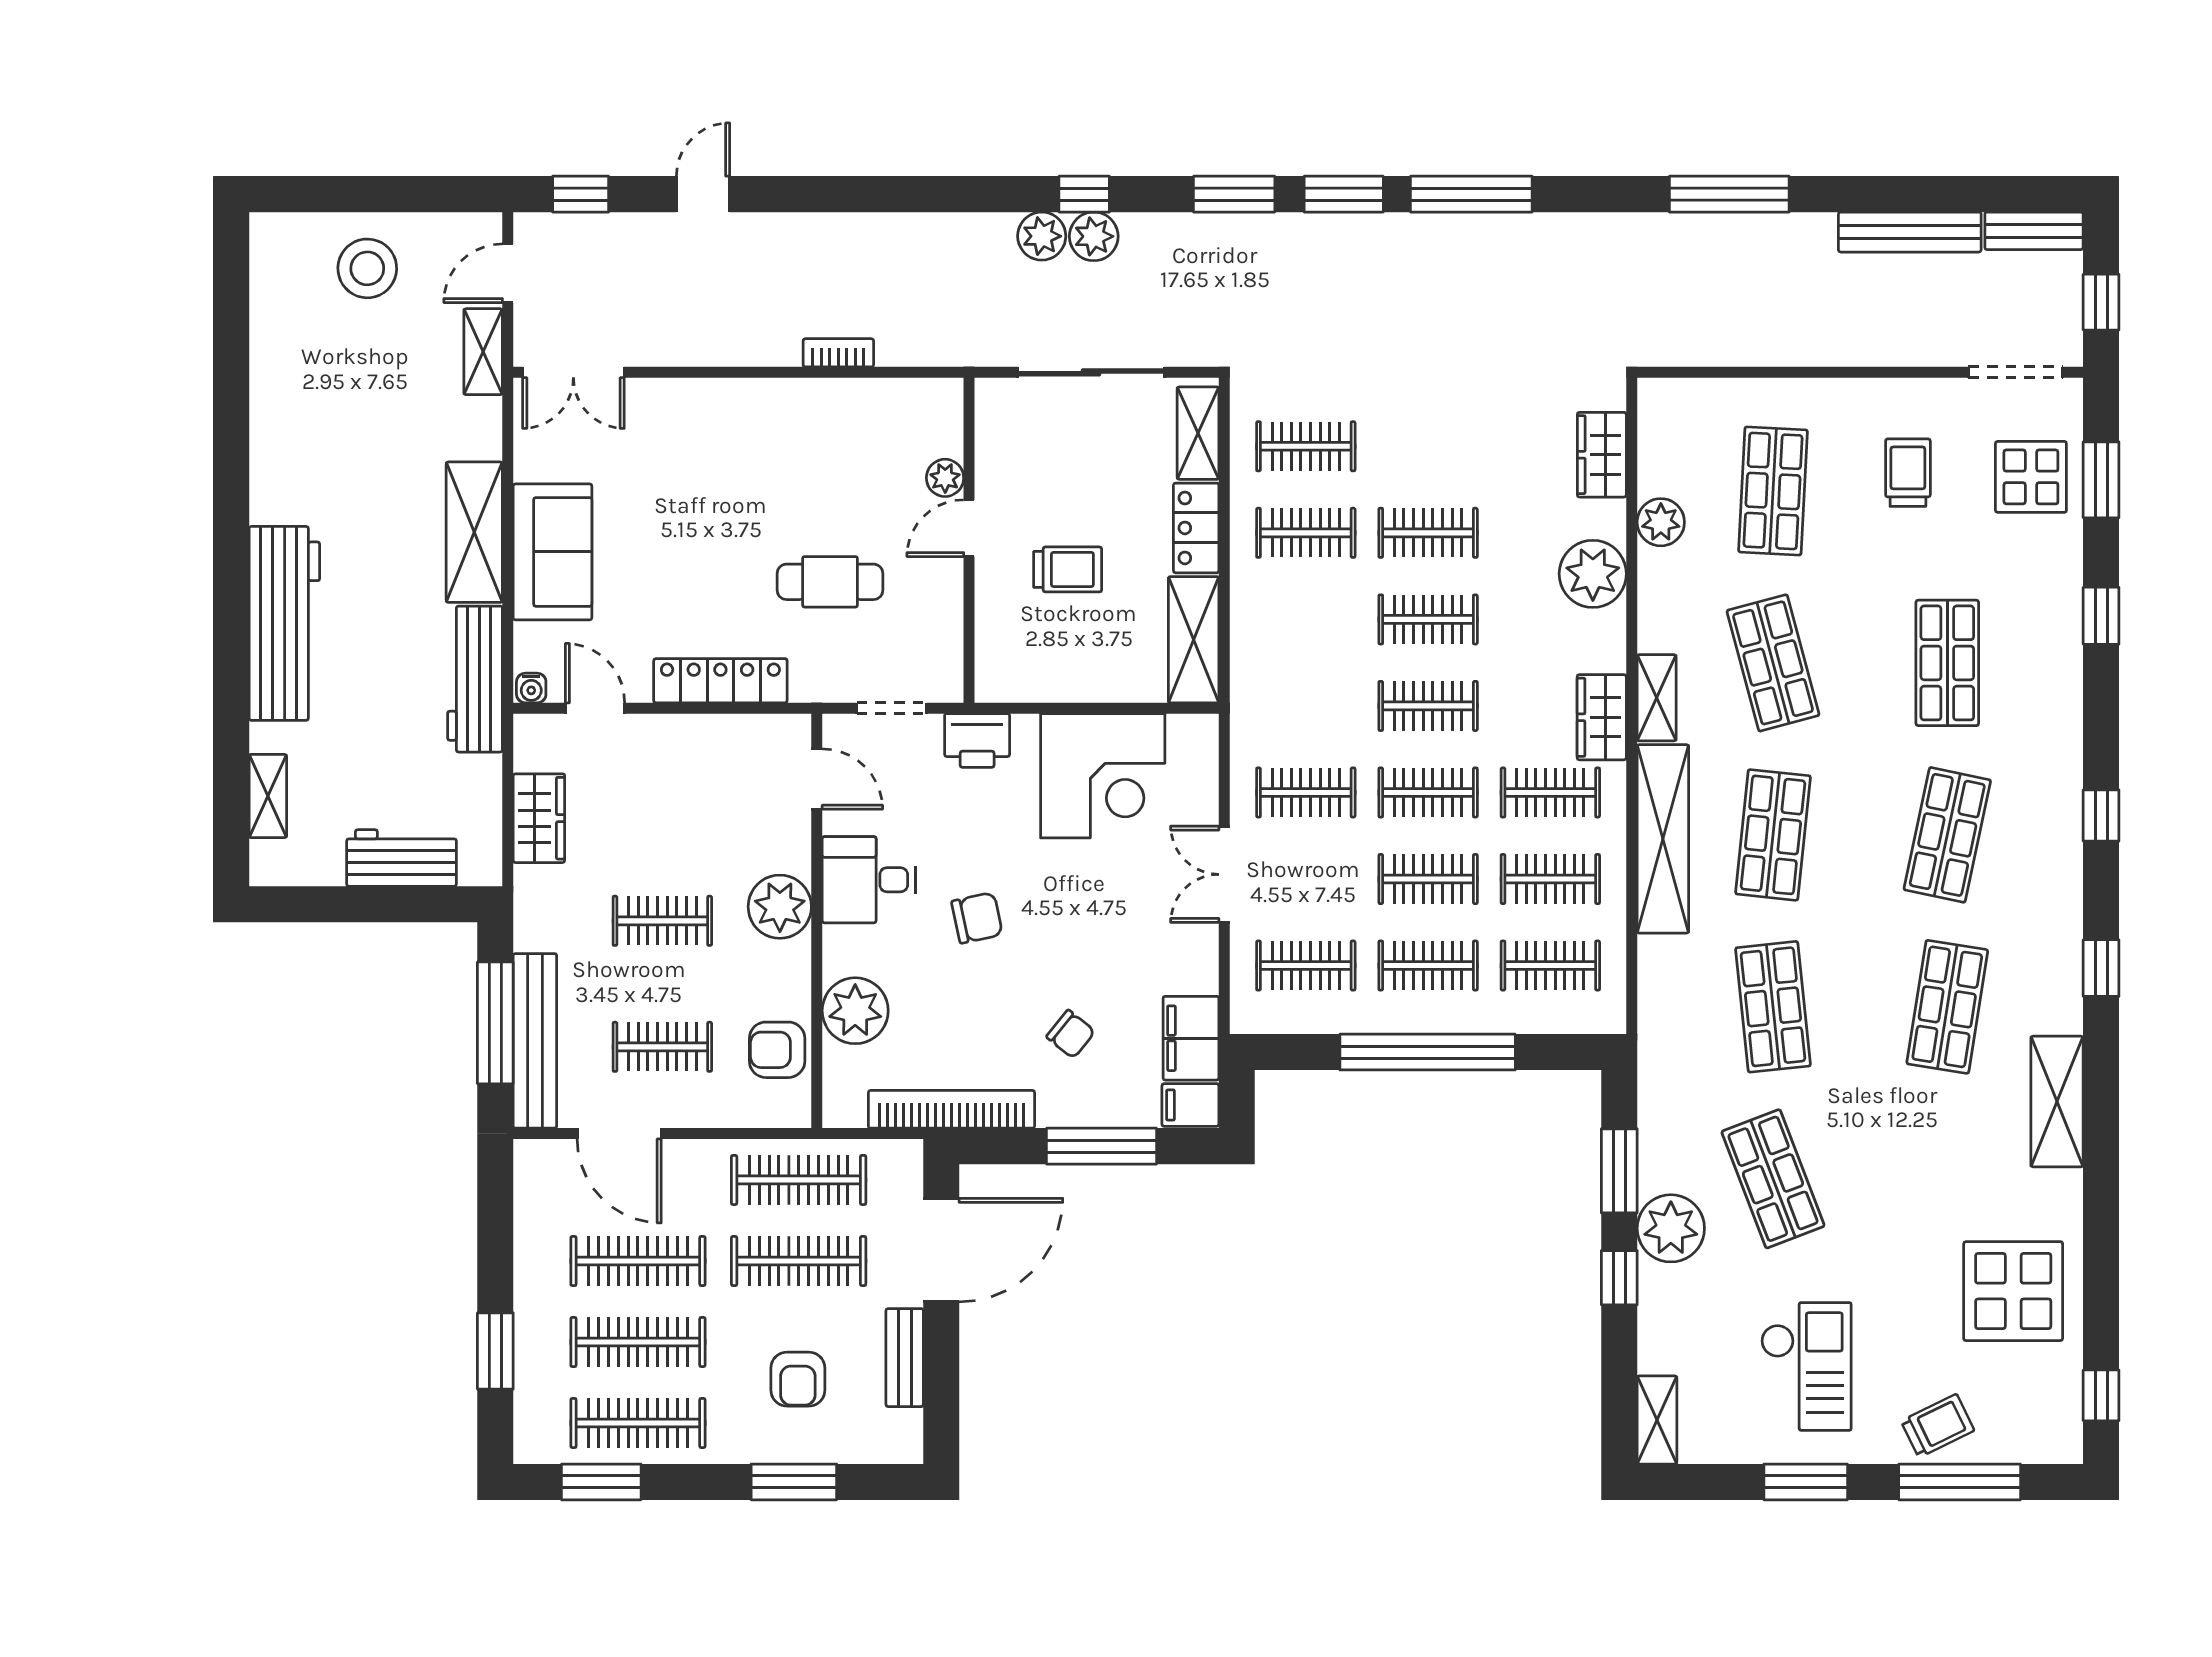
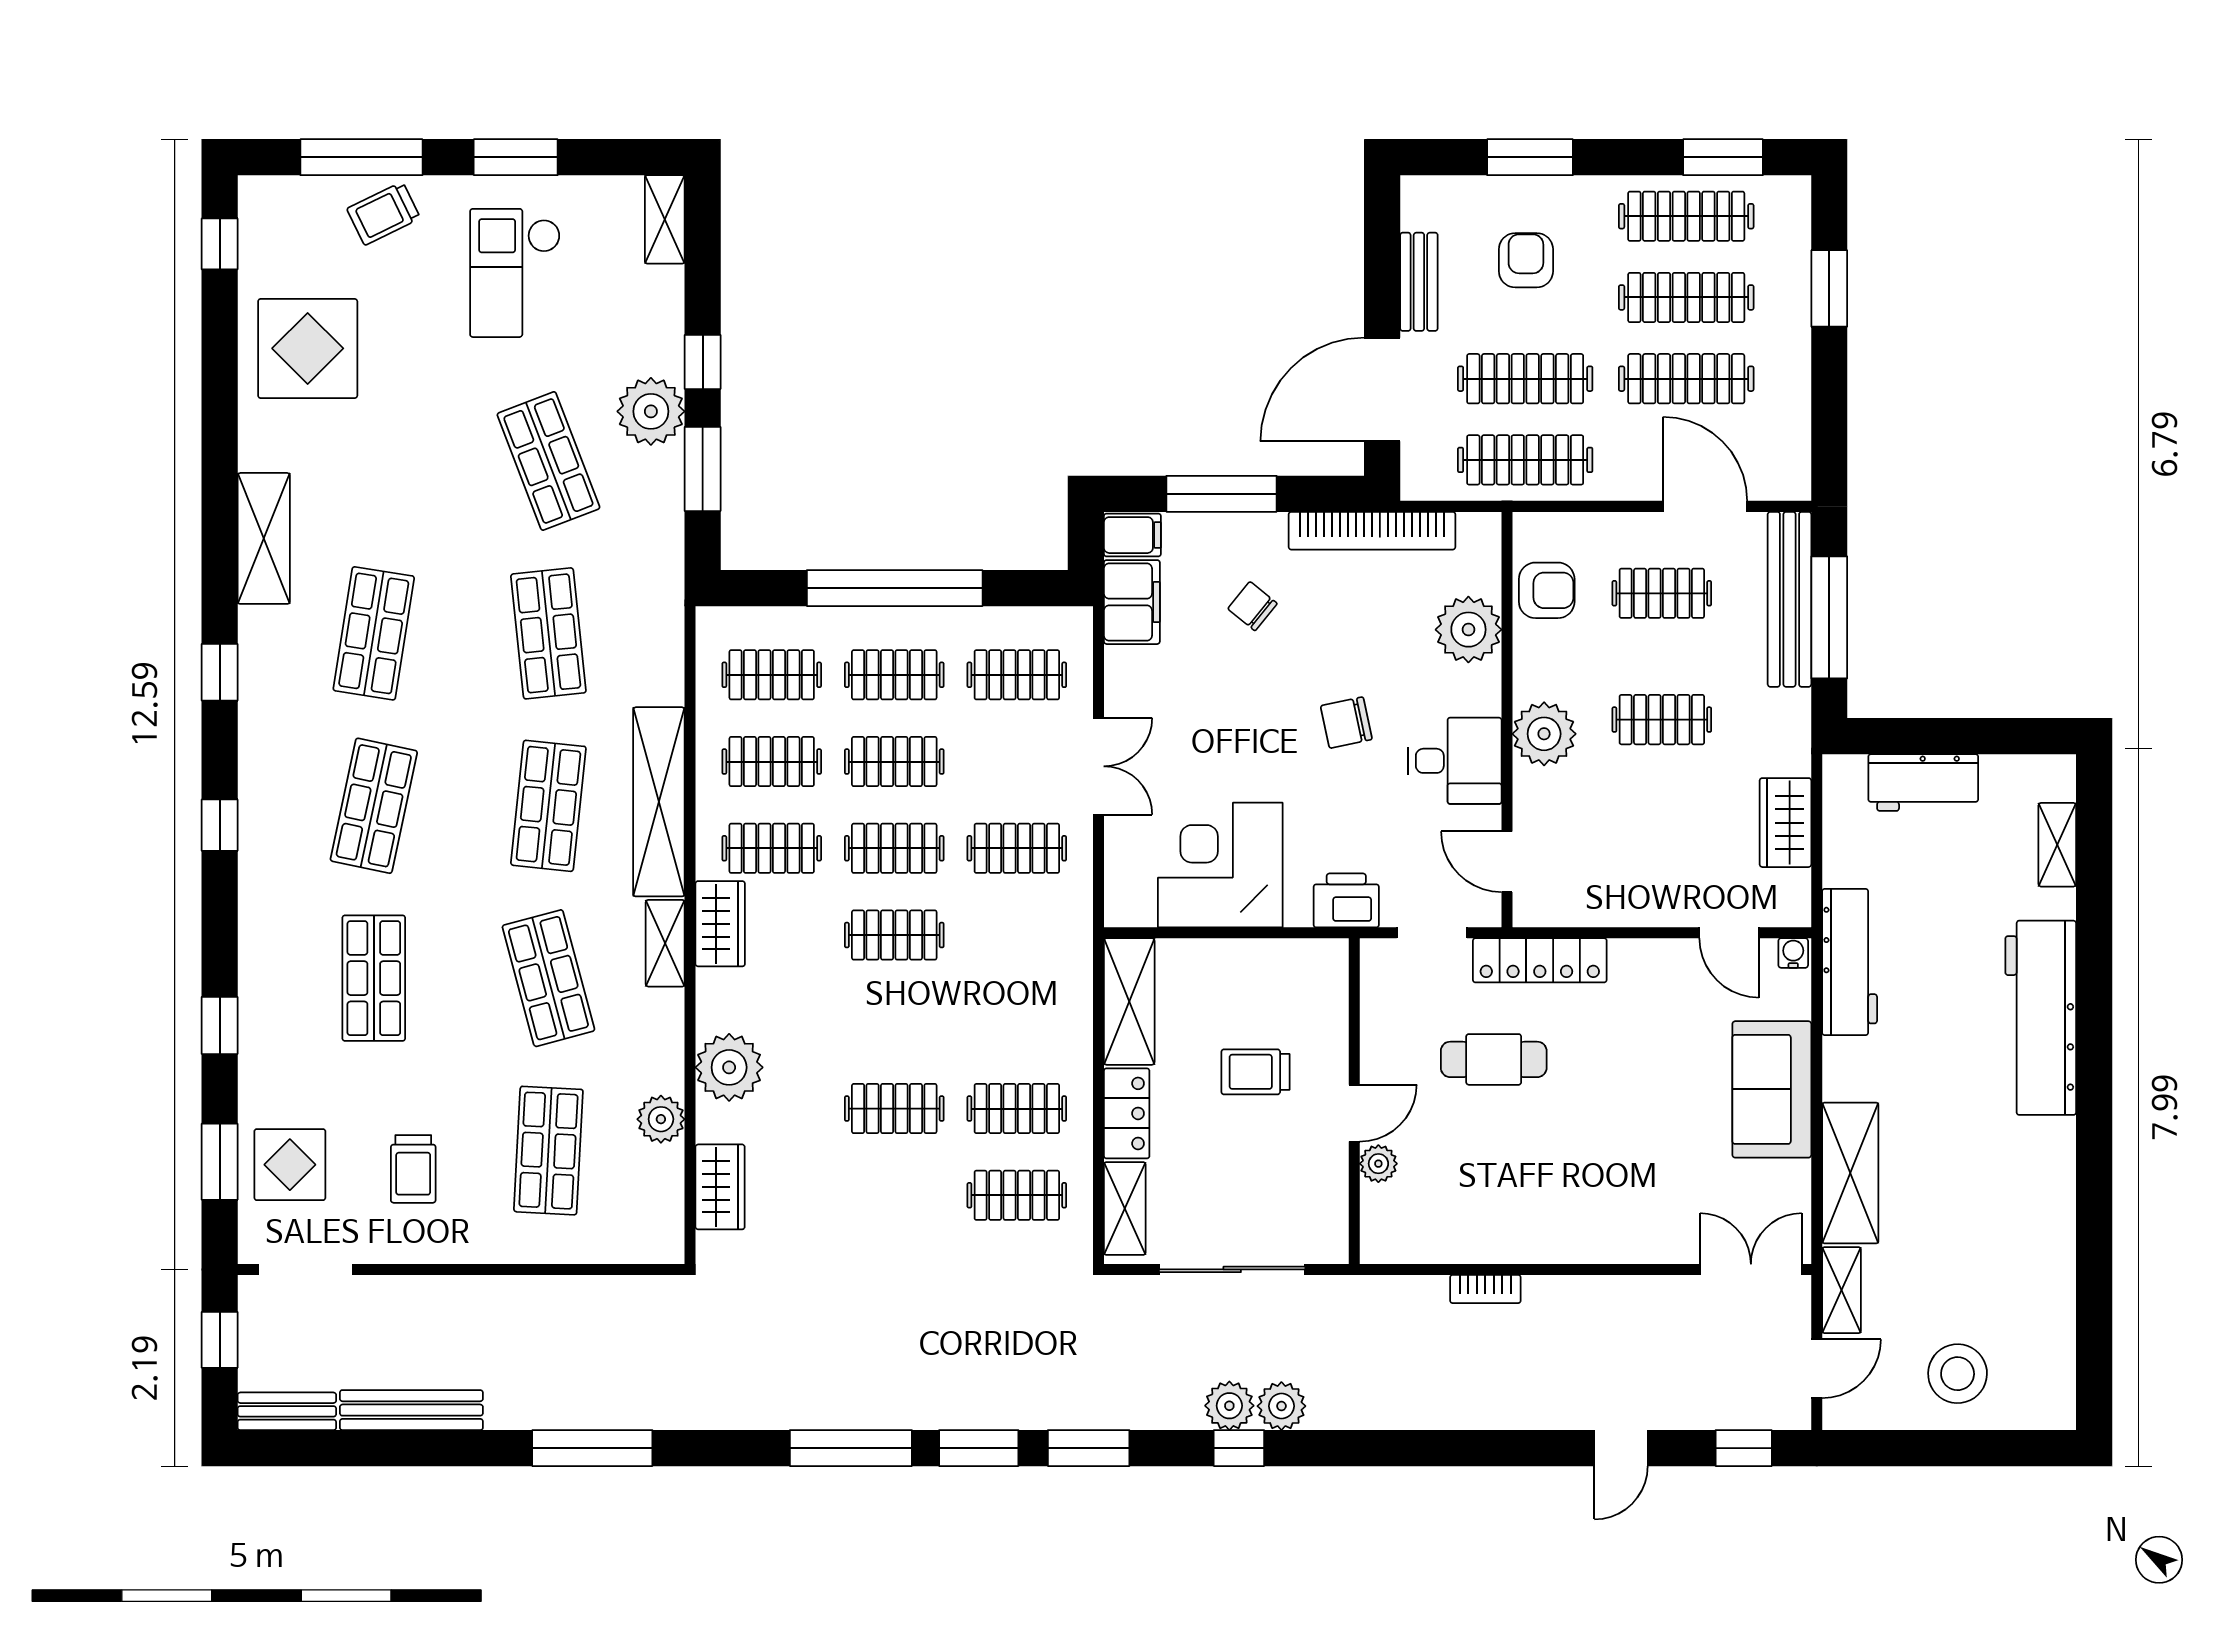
shelving: (474, 532) -> (1850, 1173), moved
clothes rail: (1428, 619) -> (894, 1022), removed
locker: (720, 681) -> (1540, 960), moved

